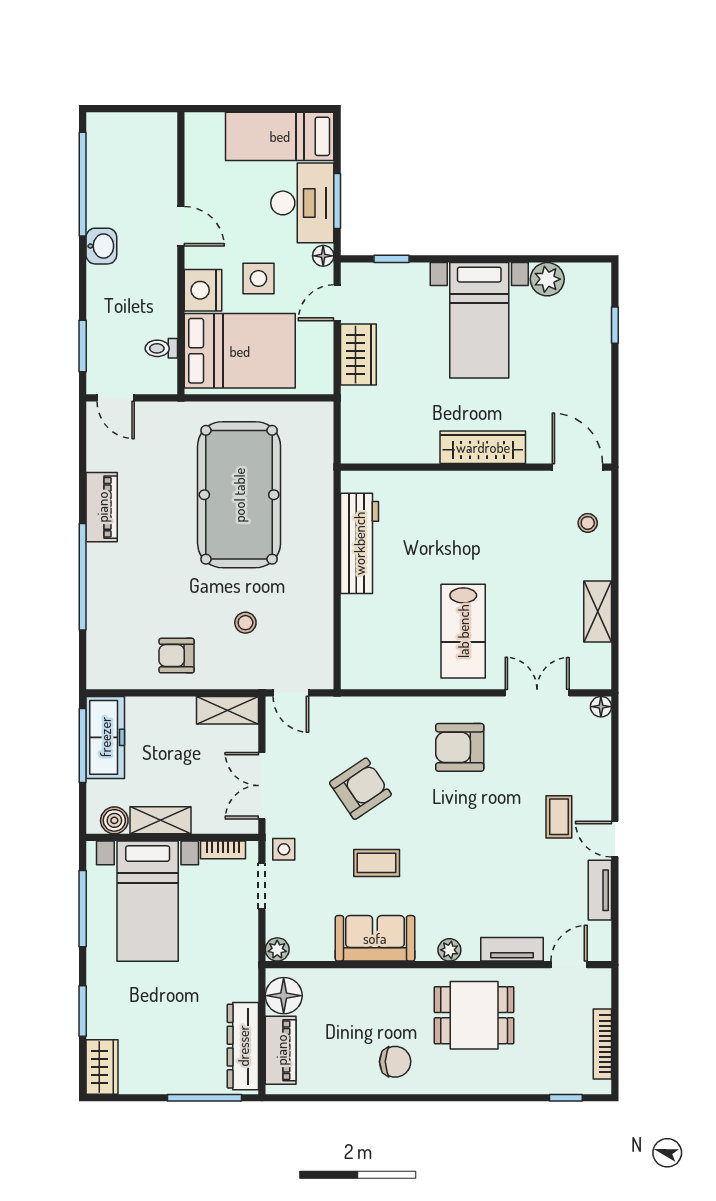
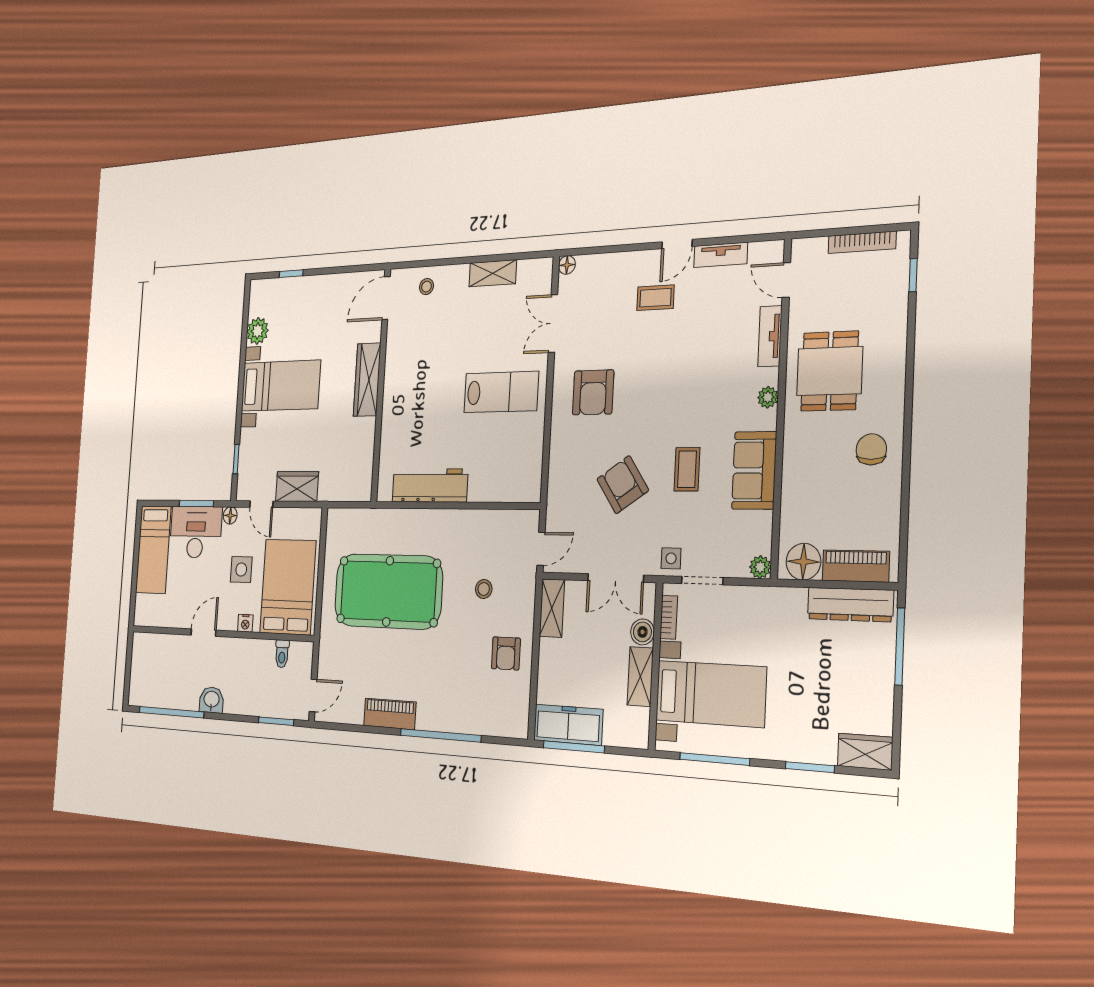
nightstand: (203, 290) -> (245, 623), width x0.53, depth x0.56
boiler: (114, 820) -> (642, 632), moved

